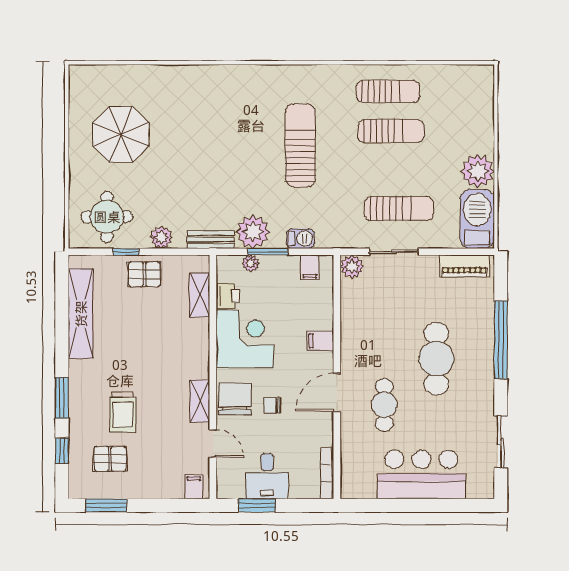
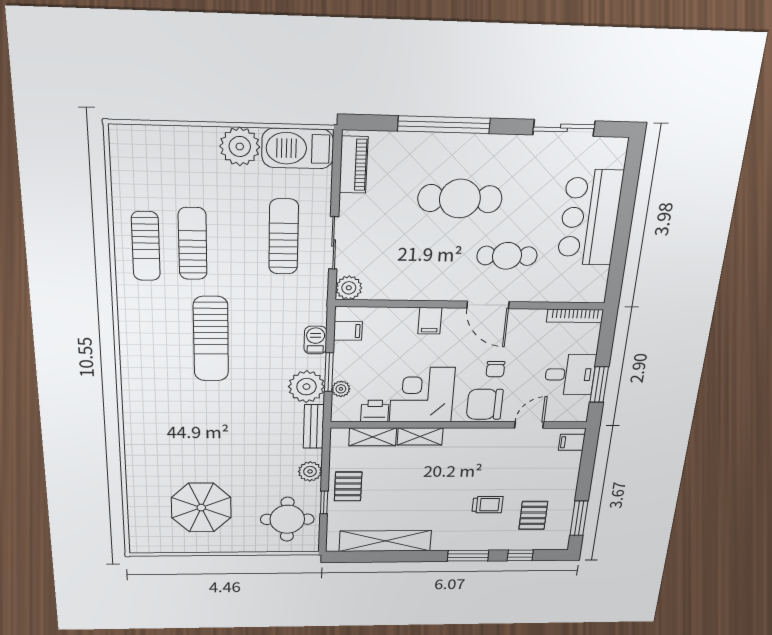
sun lounger: (388, 91) -> (146, 246), turned 180
sun lounger: (300, 146) -> (211, 339), turned -90
shelving: (200, 401) -> (420, 436), moved
trolley: (123, 412) -> (488, 505), width x0.73, depth x0.72

